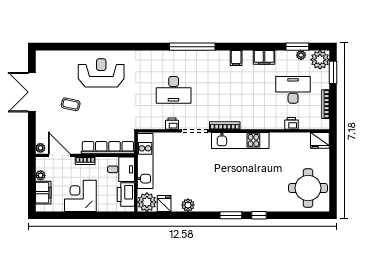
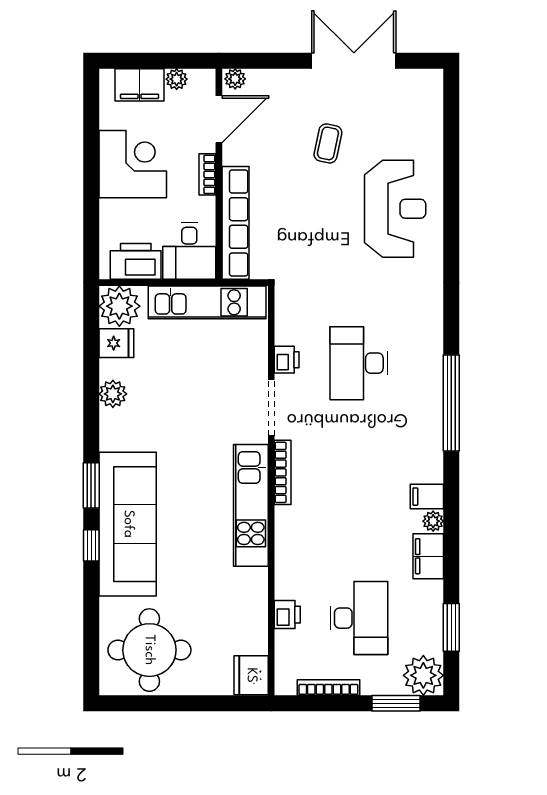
plant: (301, 55) -> (433, 521), moved
sofa: (249, 198) -> (128, 524), added

